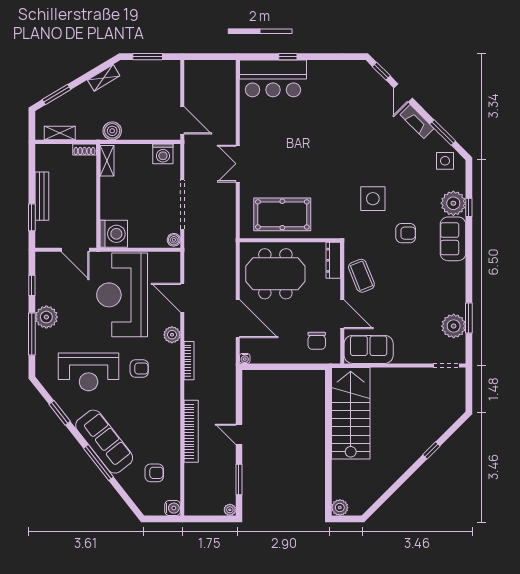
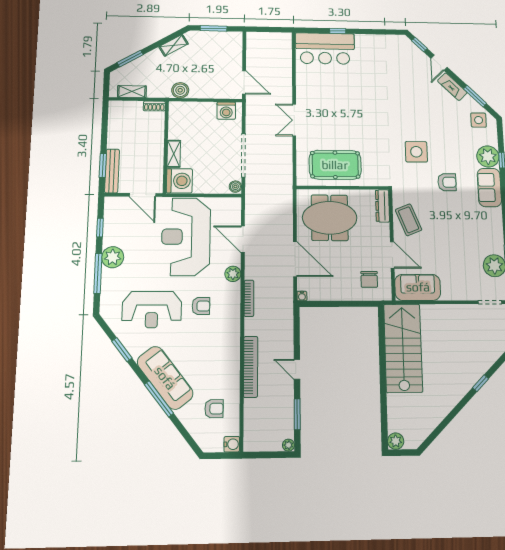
shelving: (107, 161) -> (174, 154), moved
bench: (42, 196) -> (112, 171), moved

